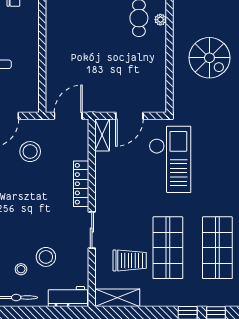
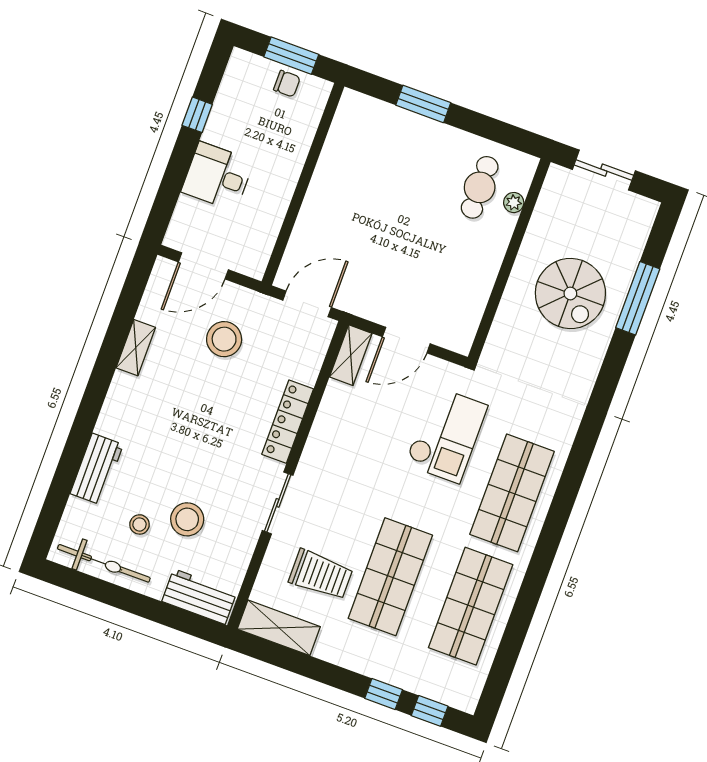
checkout: (170, 159) -> (446, 435), width x0.73, depth x0.83
shop shelf: (217, 178) -> (512, 493), added

